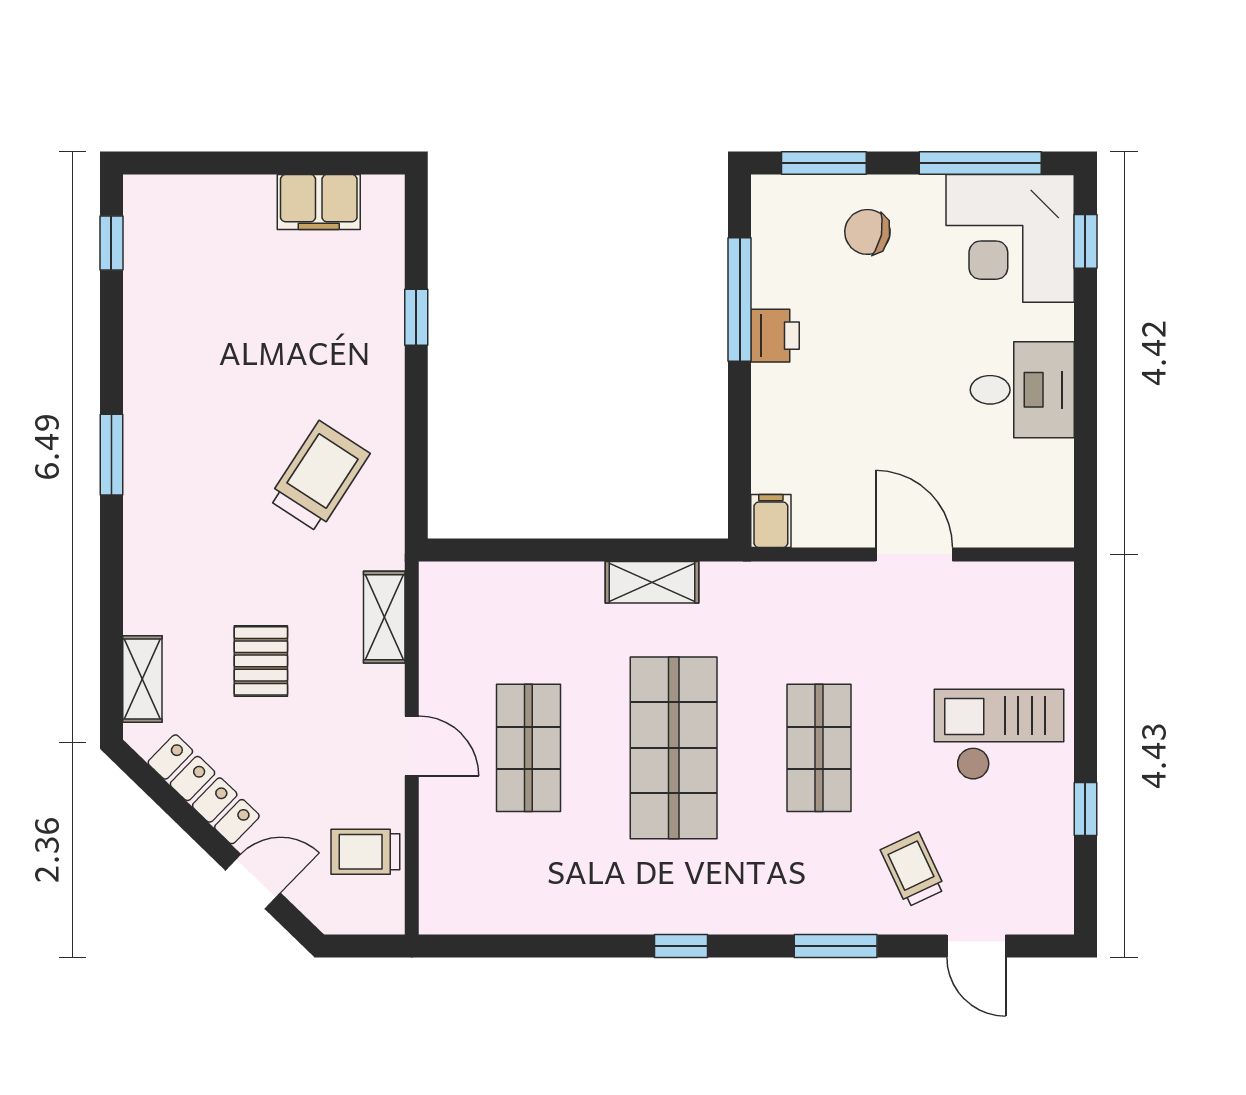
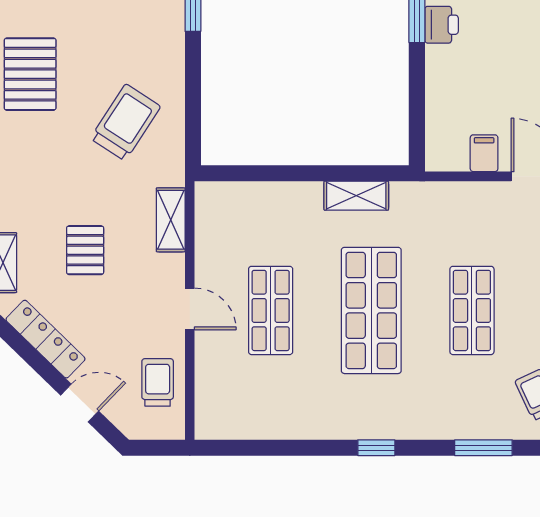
pallet: (181, 407) -> (30, 74), added
filing cabinet: (771, 521) -> (484, 153), moved
trolley: (365, 852) -> (158, 382), turned 90

